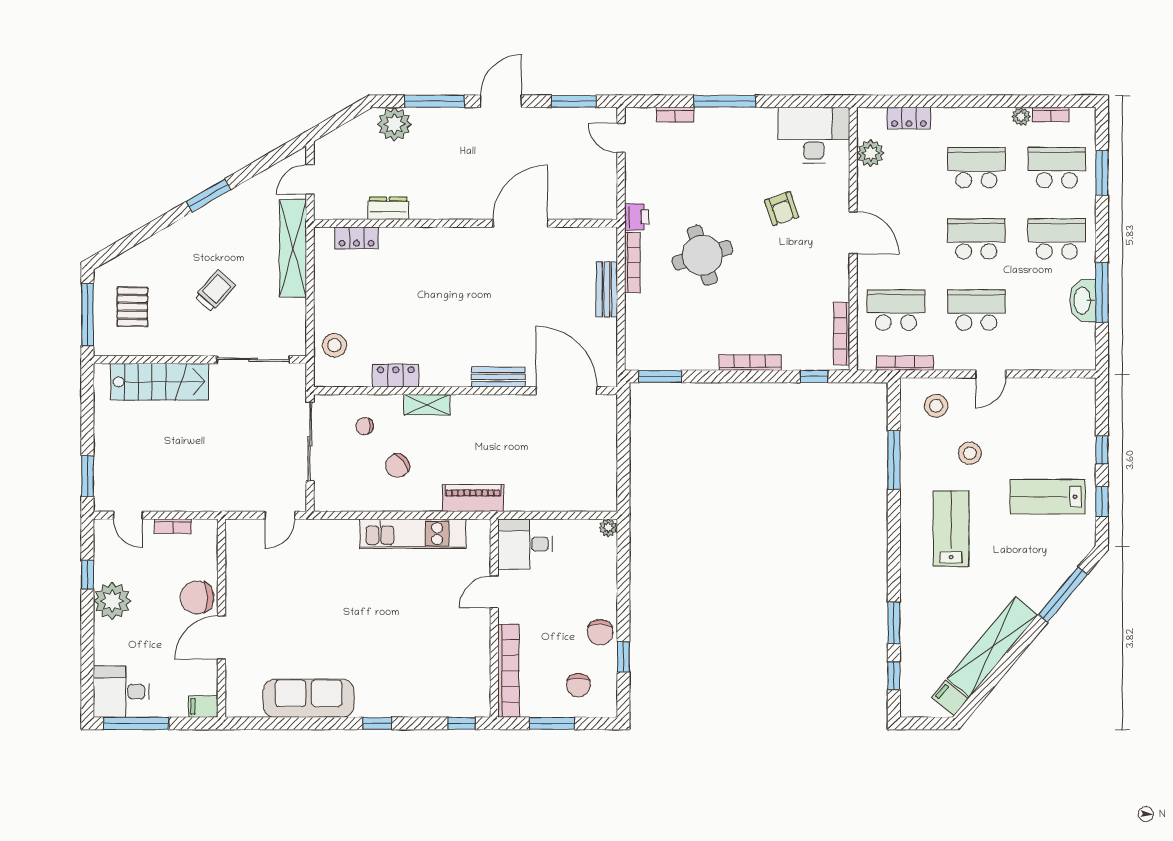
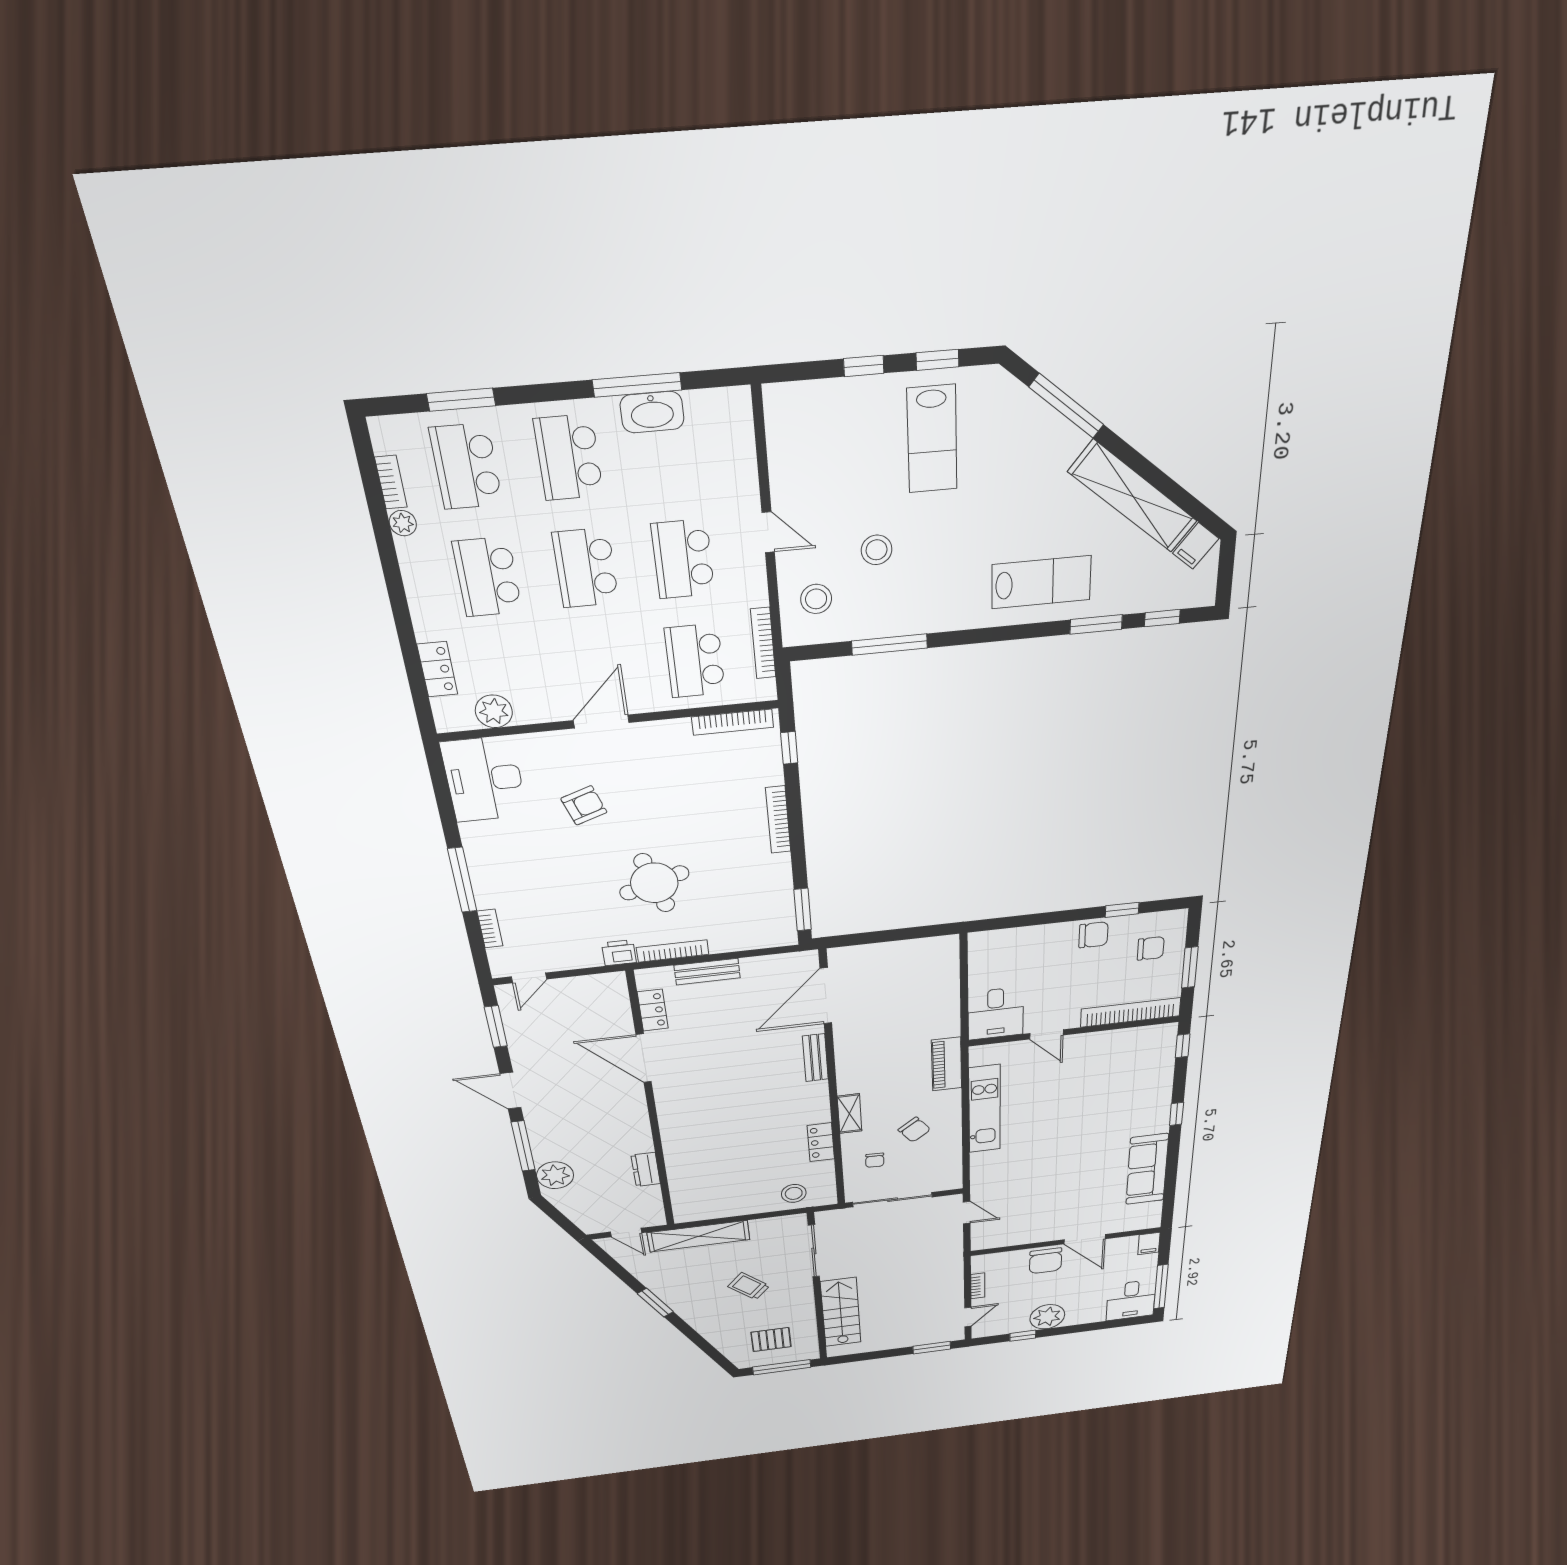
locker: (357, 238) -> (653, 1010), moved
plant: (608, 528) -> (978, 940), removed
lab bench: (951, 529) -> (1041, 582), moved, turned 180

